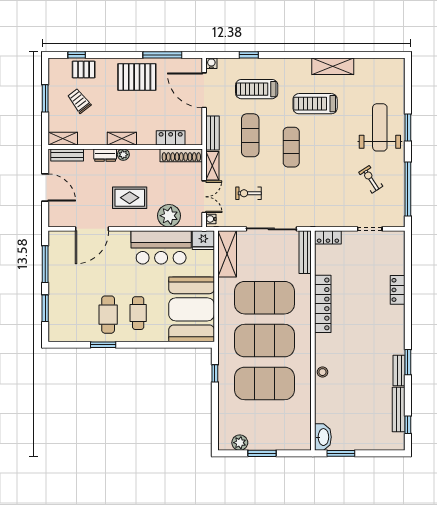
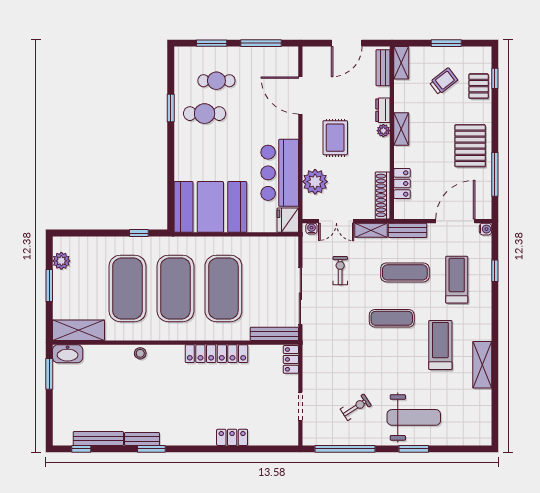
shelving: (227, 254) -> (78, 330), moved
cafe table: (138, 313) -> (216, 81), moved

